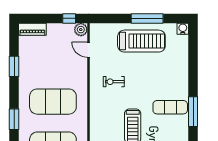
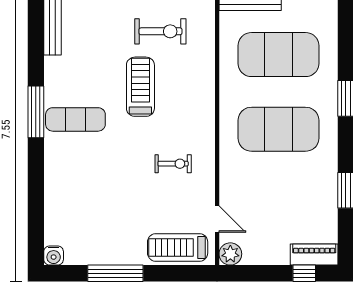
window: (69, 18) -> (304, 273), moved
treadmill: (141, 41) -> (178, 247), moved, width x0.73, depth x0.73

